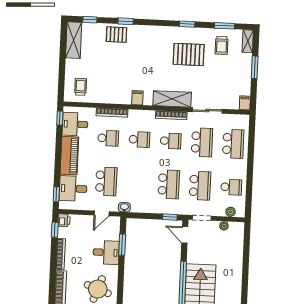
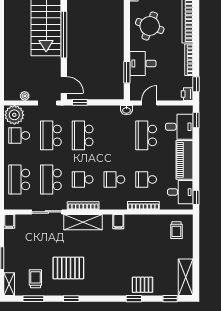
plant: (231, 212) -> (14, 115), width x1.88, depth x1.88

